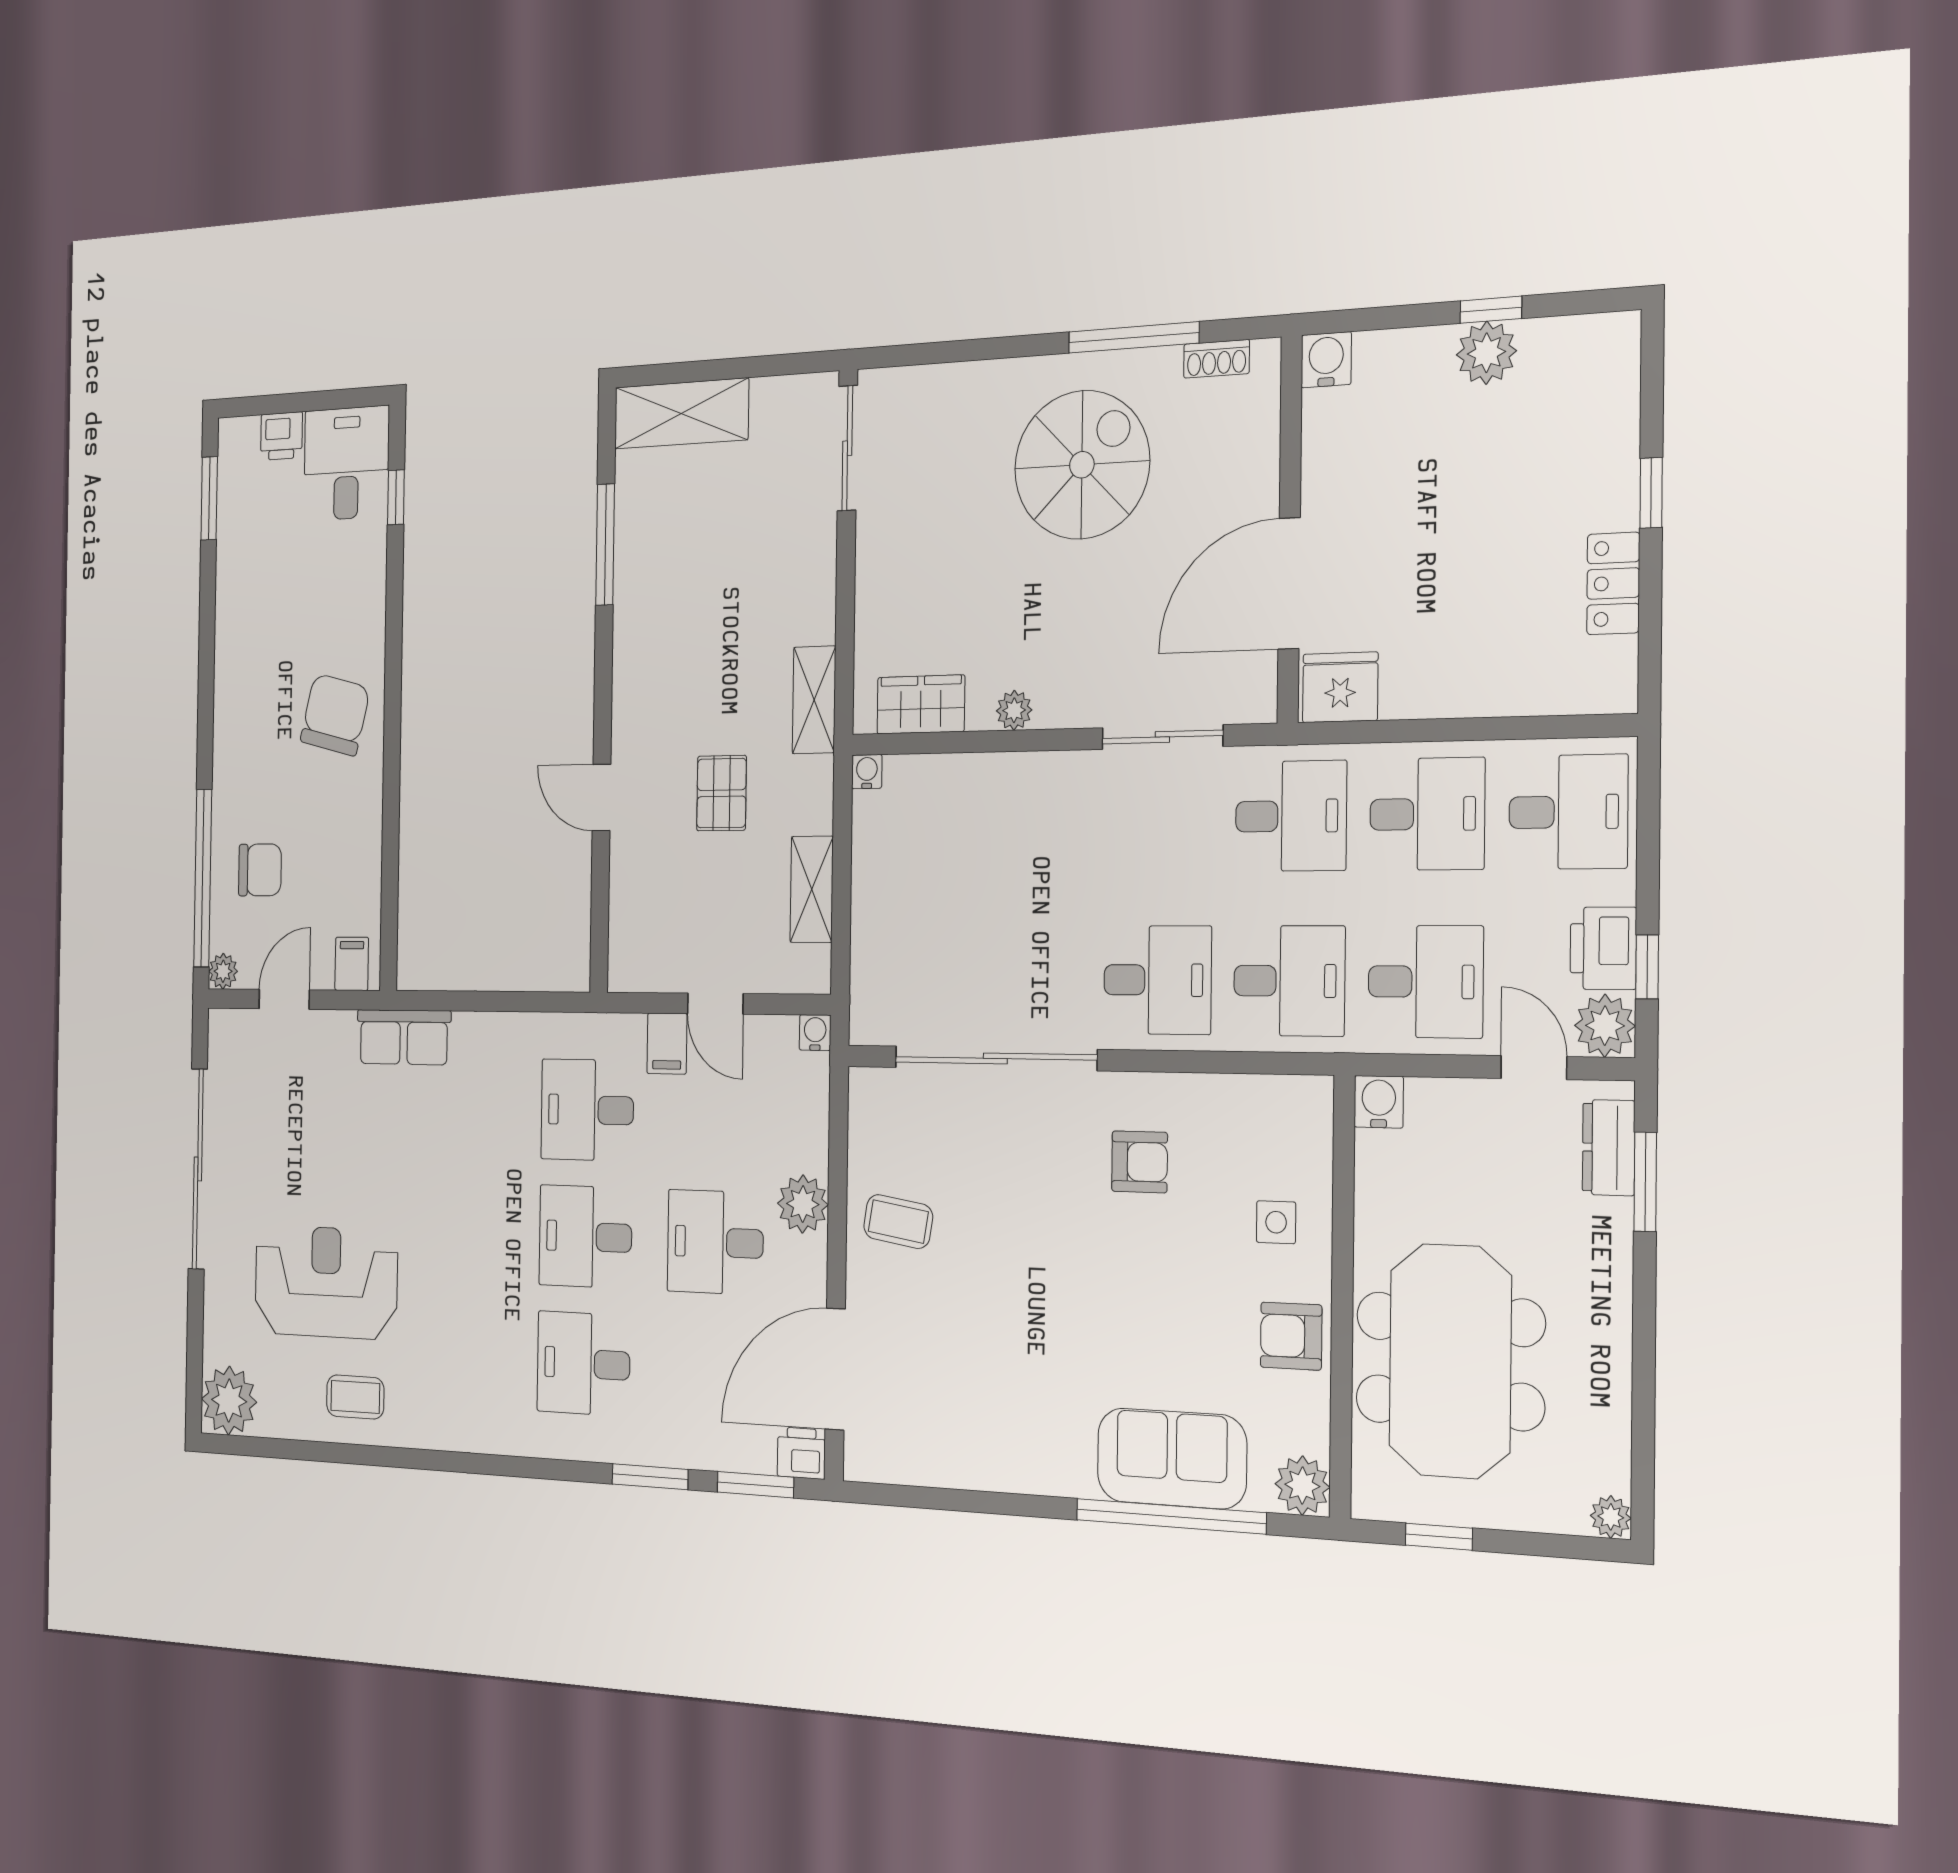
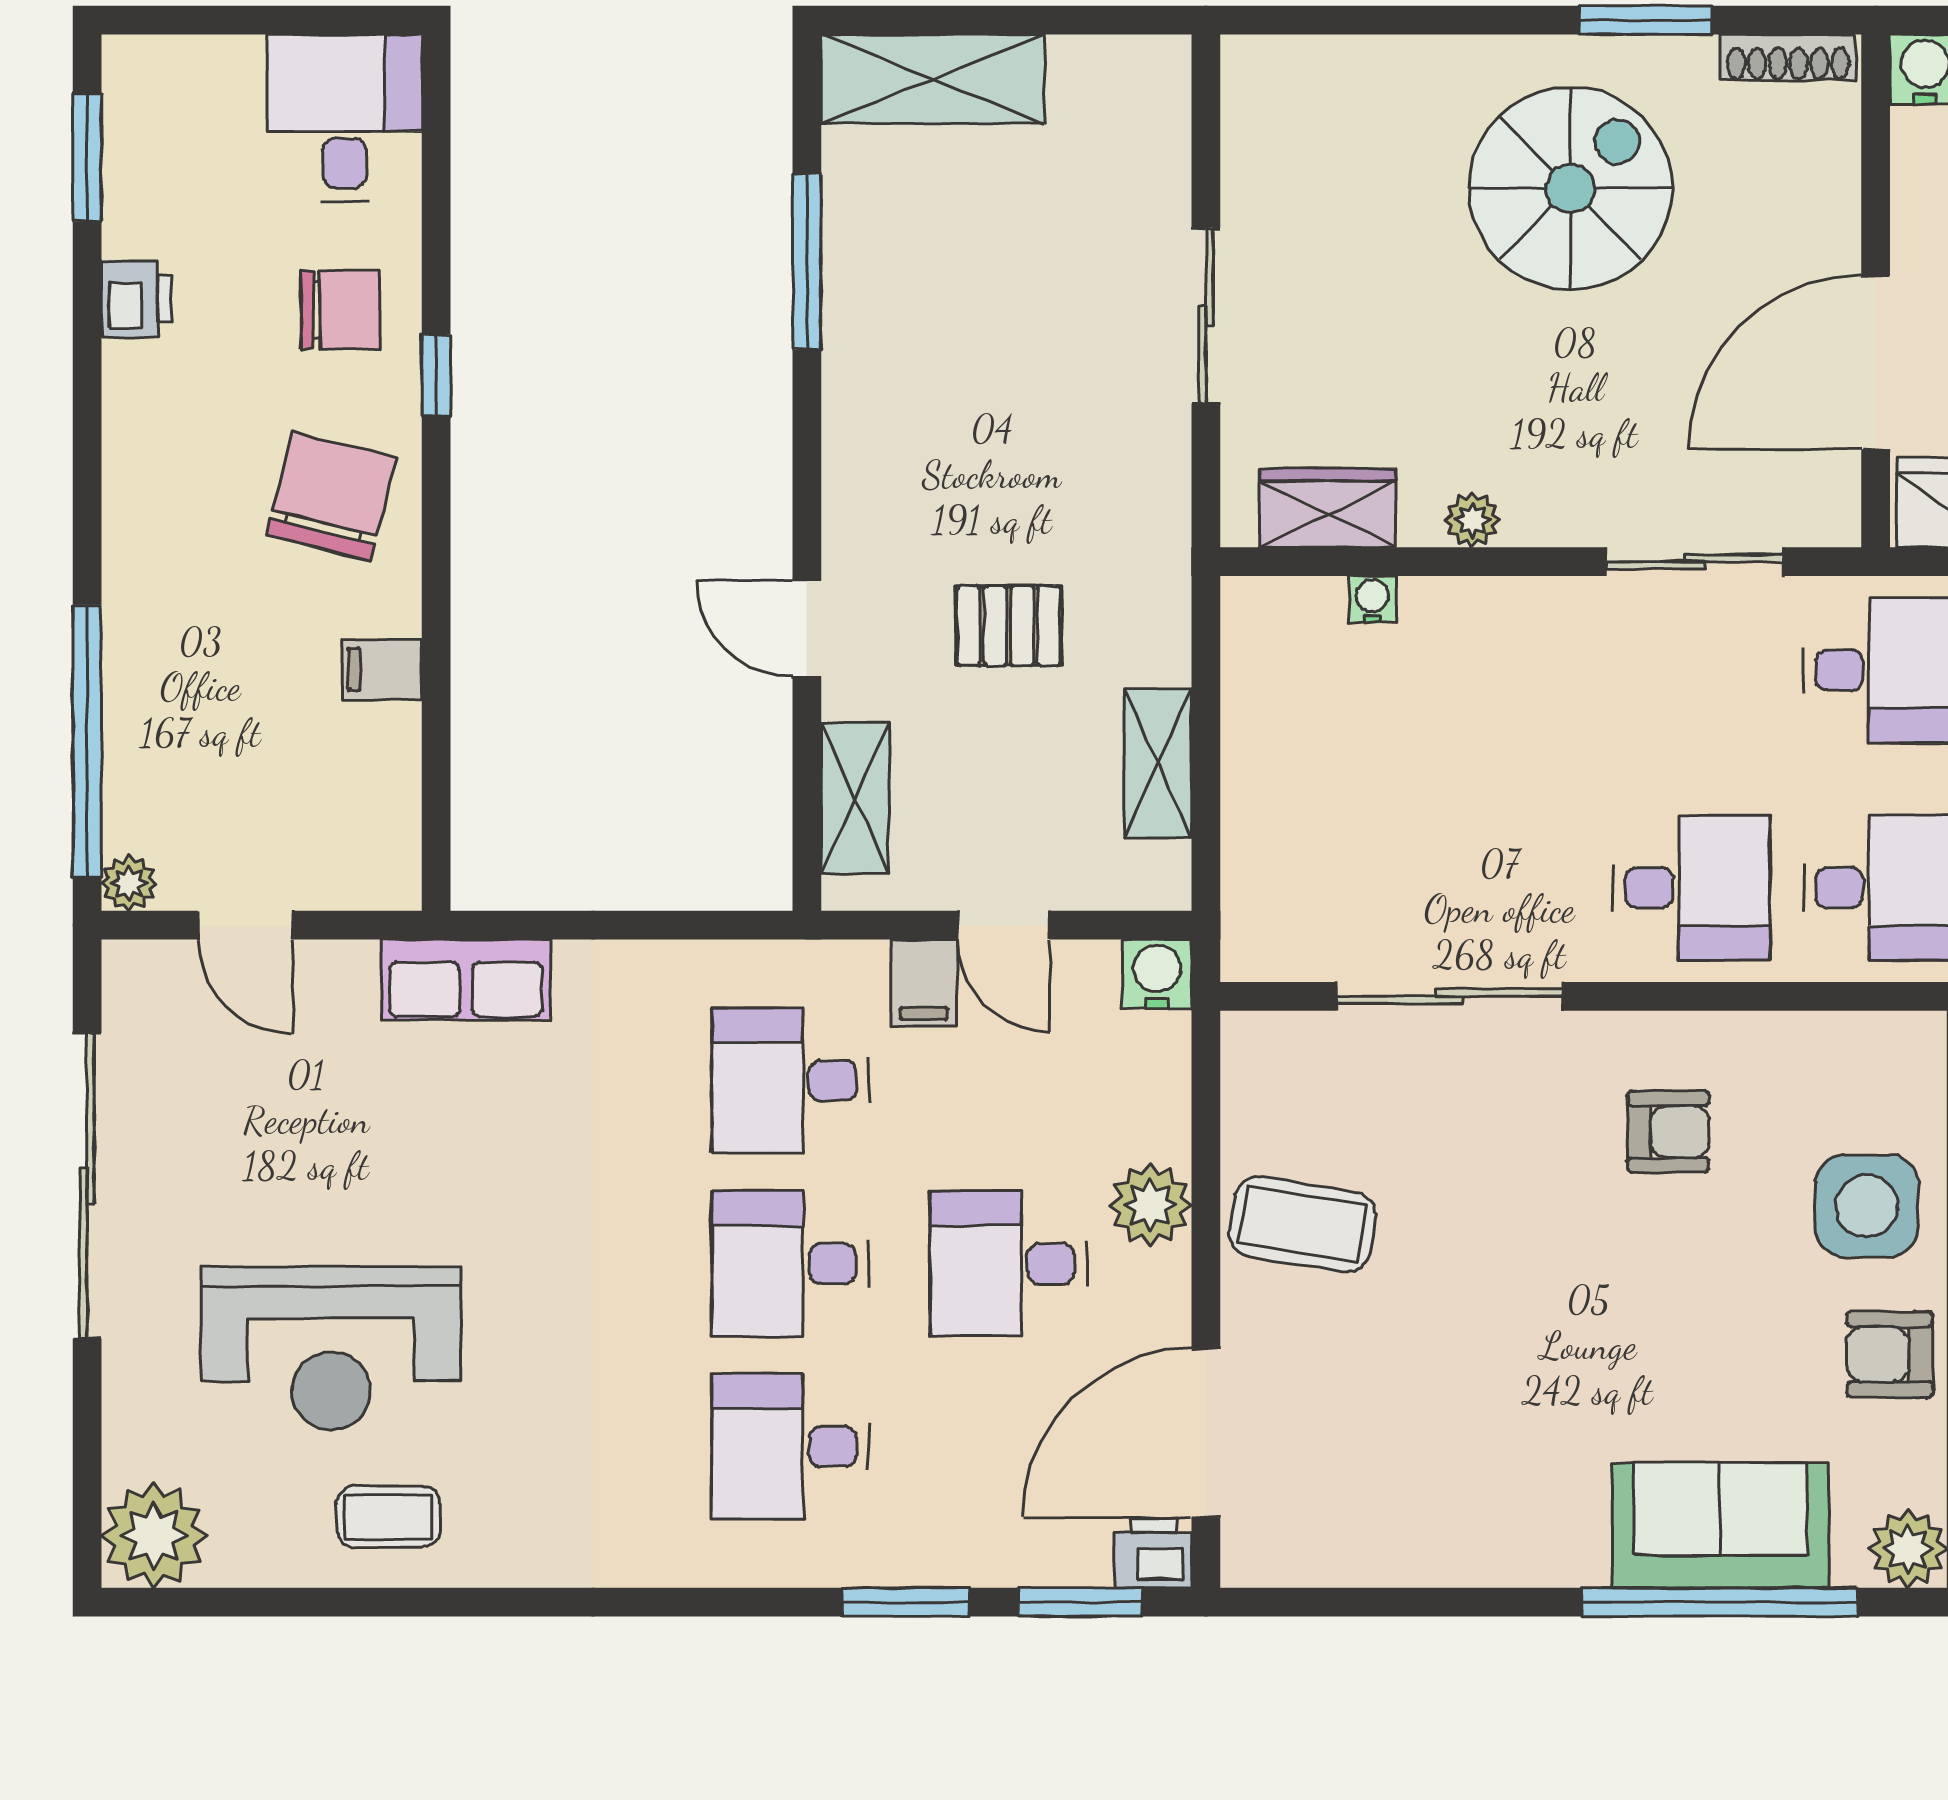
window: (1134, 337) -> (1645, 20), width x0.69
shoe rack: (1217, 359) -> (1788, 57), width x1.43
printer: (281, 436) -> (136, 299), moved, turned -90
sliding door: (847, 448) -> (1206, 316), moved
window: (396, 497) -> (436, 375), moved
shelving: (814, 700) -> (855, 798), moved
water cooler: (867, 772) -> (1372, 600), moved
pallet: (722, 793) -> (1009, 626), turned 90
chair: (260, 870) -> (340, 310), moved
filing cabinet: (352, 964) -> (382, 669), moved, turned -90
door: (284, 999) -> (245, 925), swing flipped
water cooler: (815, 1033) -> (1157, 974), width x1.38, depth x1.38
sliding door: (995, 1058) -> (1450, 996), width x0.73
coffee table: (898, 1221) -> (1303, 1224), width x1.36, depth x1.30
side table: (1276, 1222) -> (1867, 1206), width x1.87, depth x1.87
reception desk: (326, 1282) -> (331, 1348), turned 180

